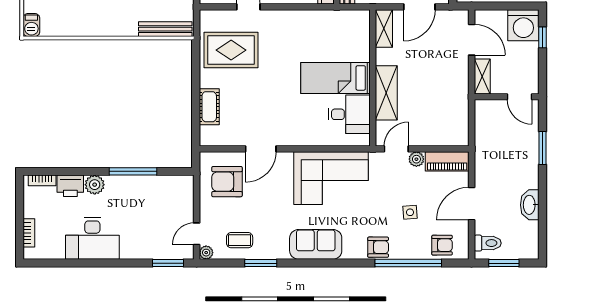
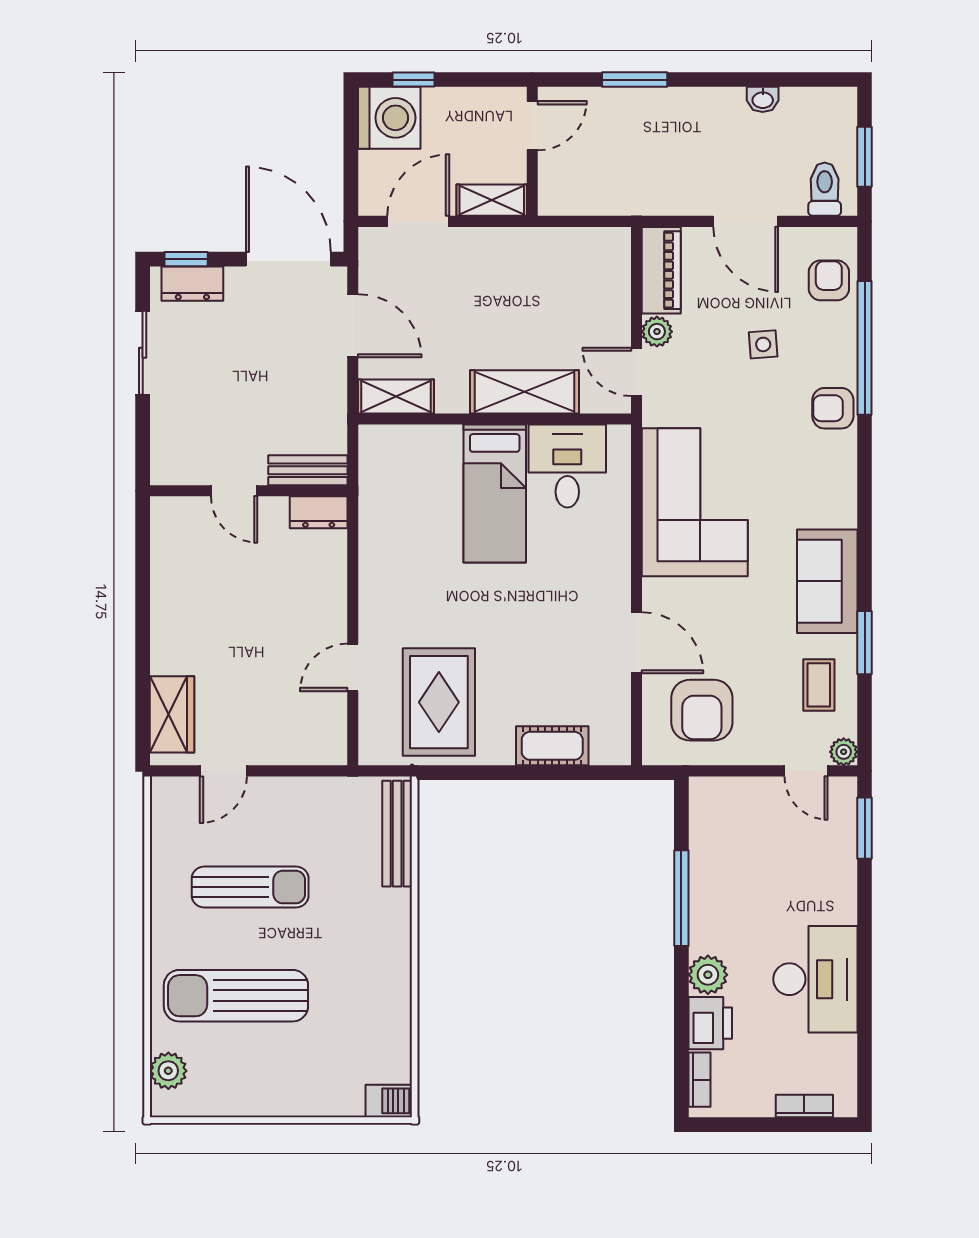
washbasin: (530, 205) -> (763, 99), width x0.52, depth x0.69
sofa: (316, 244) -> (827, 581), moved
armchair: (378, 247) -> (833, 408), turned -90

